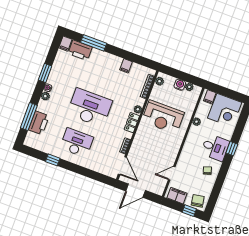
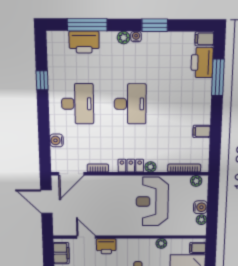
desk: (90, 107) -> (130, 104), width x0.73, depth x0.77
printer: (184, 162) -> (106, 246), added
water cooler: (96, 166) -> (57, 140), added

